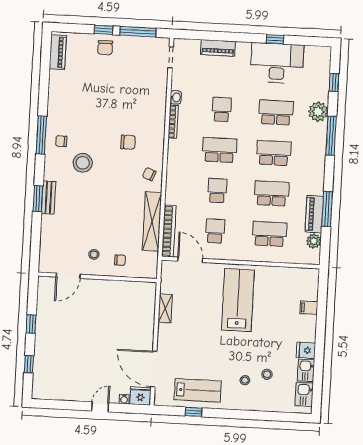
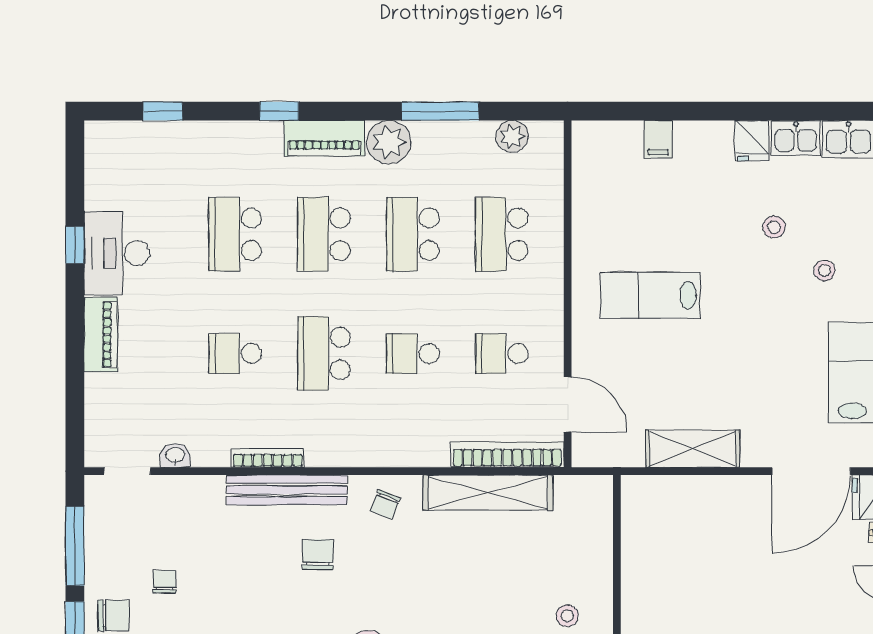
piano: (218, 48) -> (101, 335), moved
desk: (277, 63) -> (117, 253), width x0.73, depth x0.77
washbasin: (176, 97) -> (175, 455), moved
plant: (318, 112) -> (389, 142), moved
bench: (158, 130) -> (287, 490), added
window: (331, 136) -> (279, 111), width x0.46
piano: (314, 214) -> (324, 138), moved
chair: (120, 260) -> (164, 582), moved
door: (190, 260) -> (568, 405), swing flipped
lab bench: (238, 300) -> (650, 295), width x0.73, depth x0.72
shelving: (165, 308) -> (692, 449), width x1.50, depth x1.33
stool: (267, 374) -> (774, 227), moved

